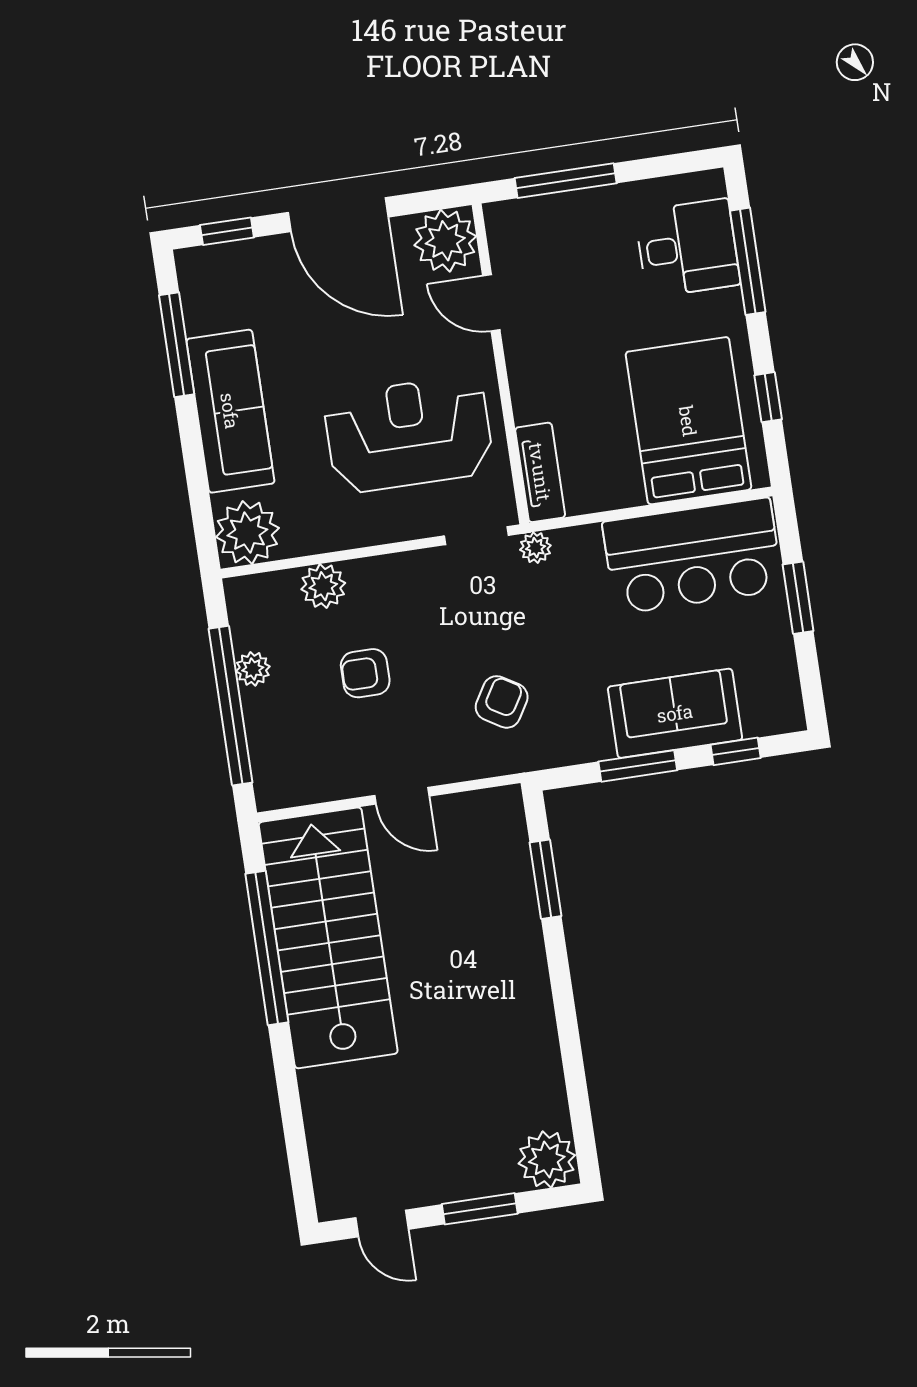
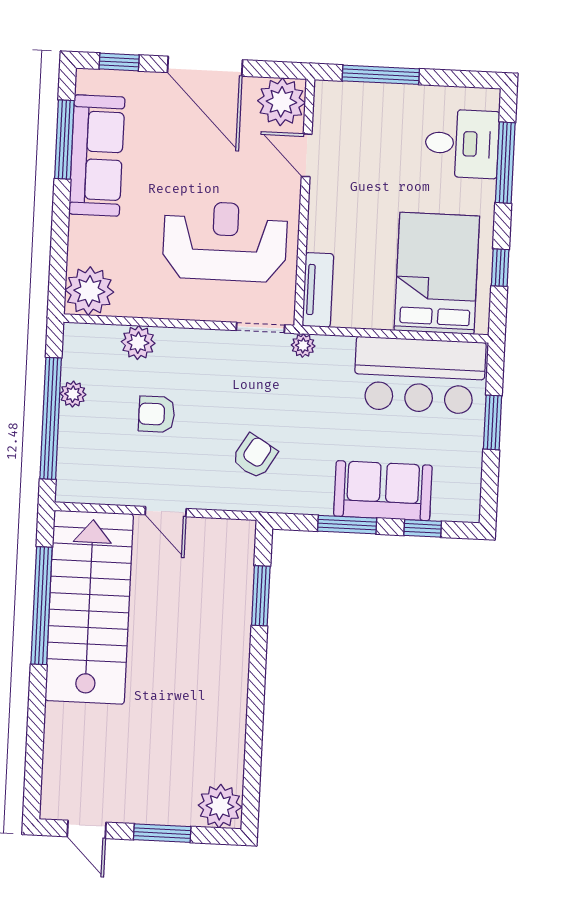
sofa: (230, 411) -> (97, 155), moved

